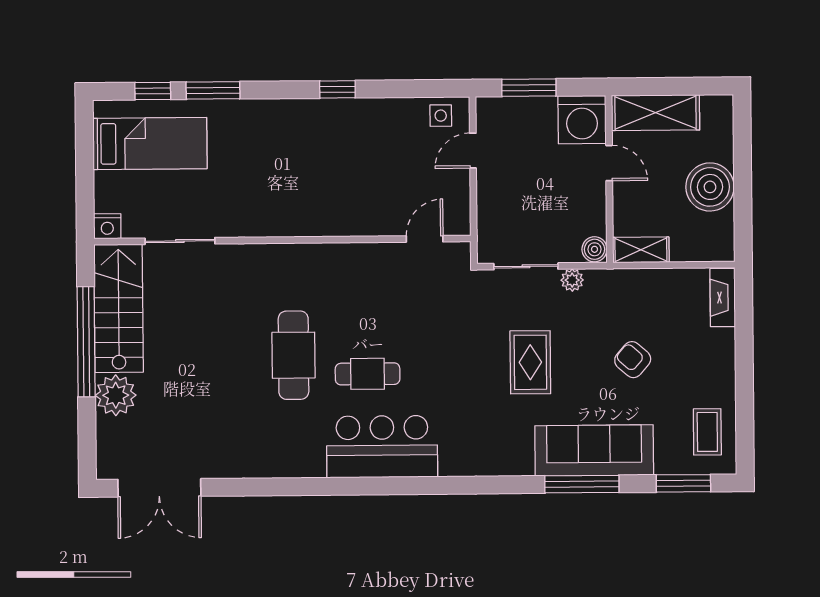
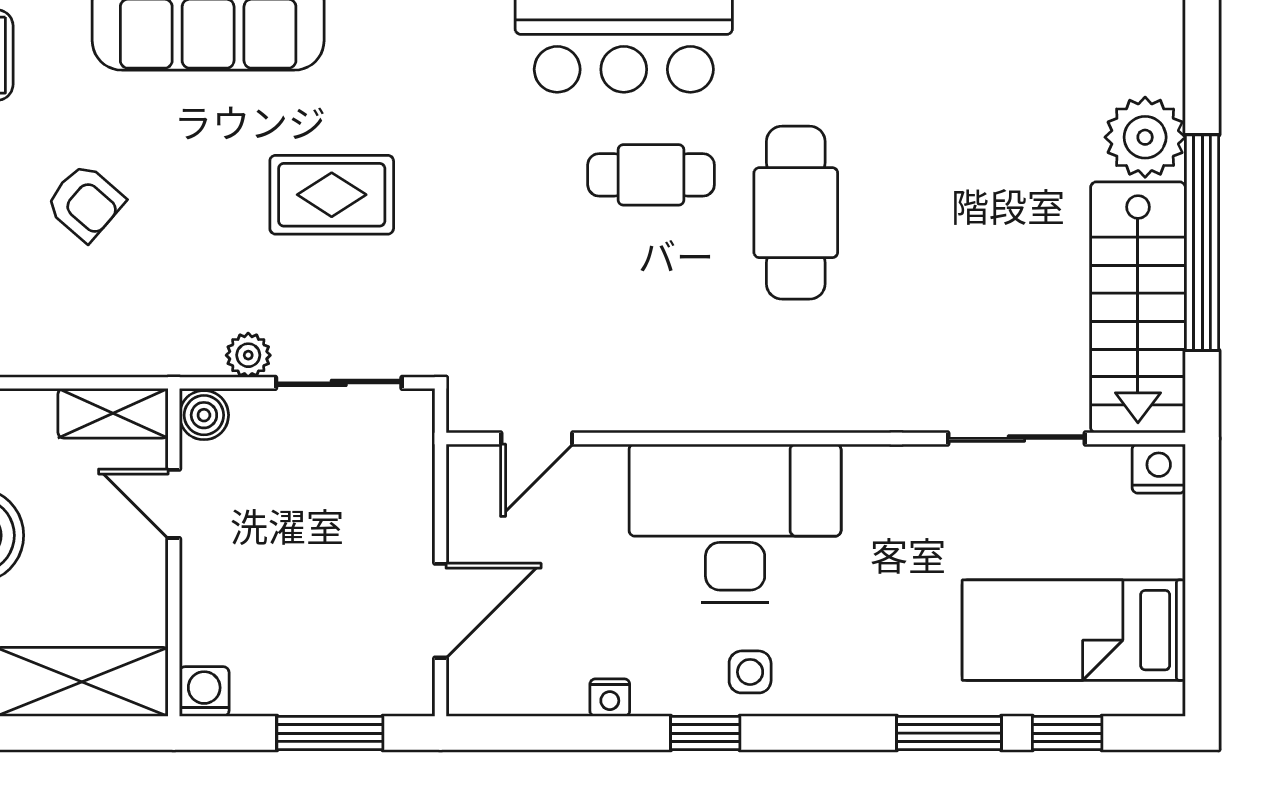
nightstand: (386, 107) -> (610, 698), added
side table: (441, 116) -> (750, 672), moved
washing machine: (582, 120) -> (204, 692), width x0.53, depth x0.53
door: (473, 151) -> (441, 611), width x1.37
door: (609, 163) -> (174, 504), moved
desk: (323, 196) -> (735, 523), added
armchair: (633, 360) -> (85, 202), moved
rug: (530, 362) -> (332, 195), turned 90

